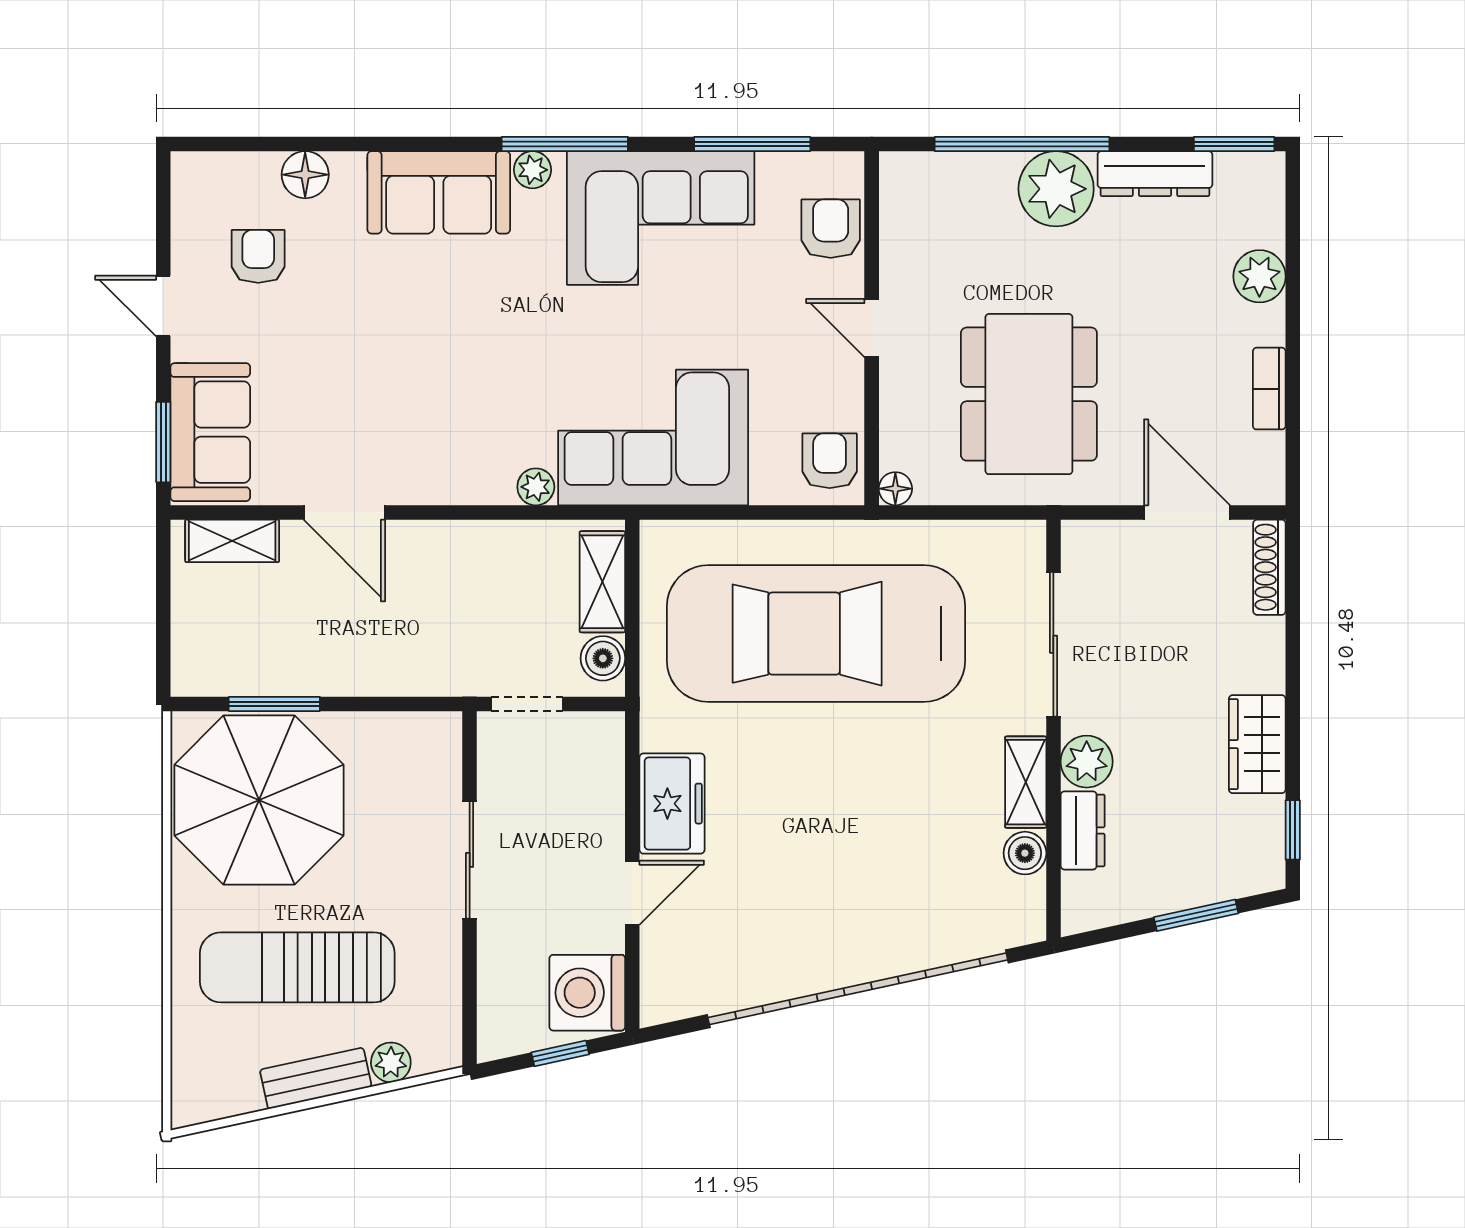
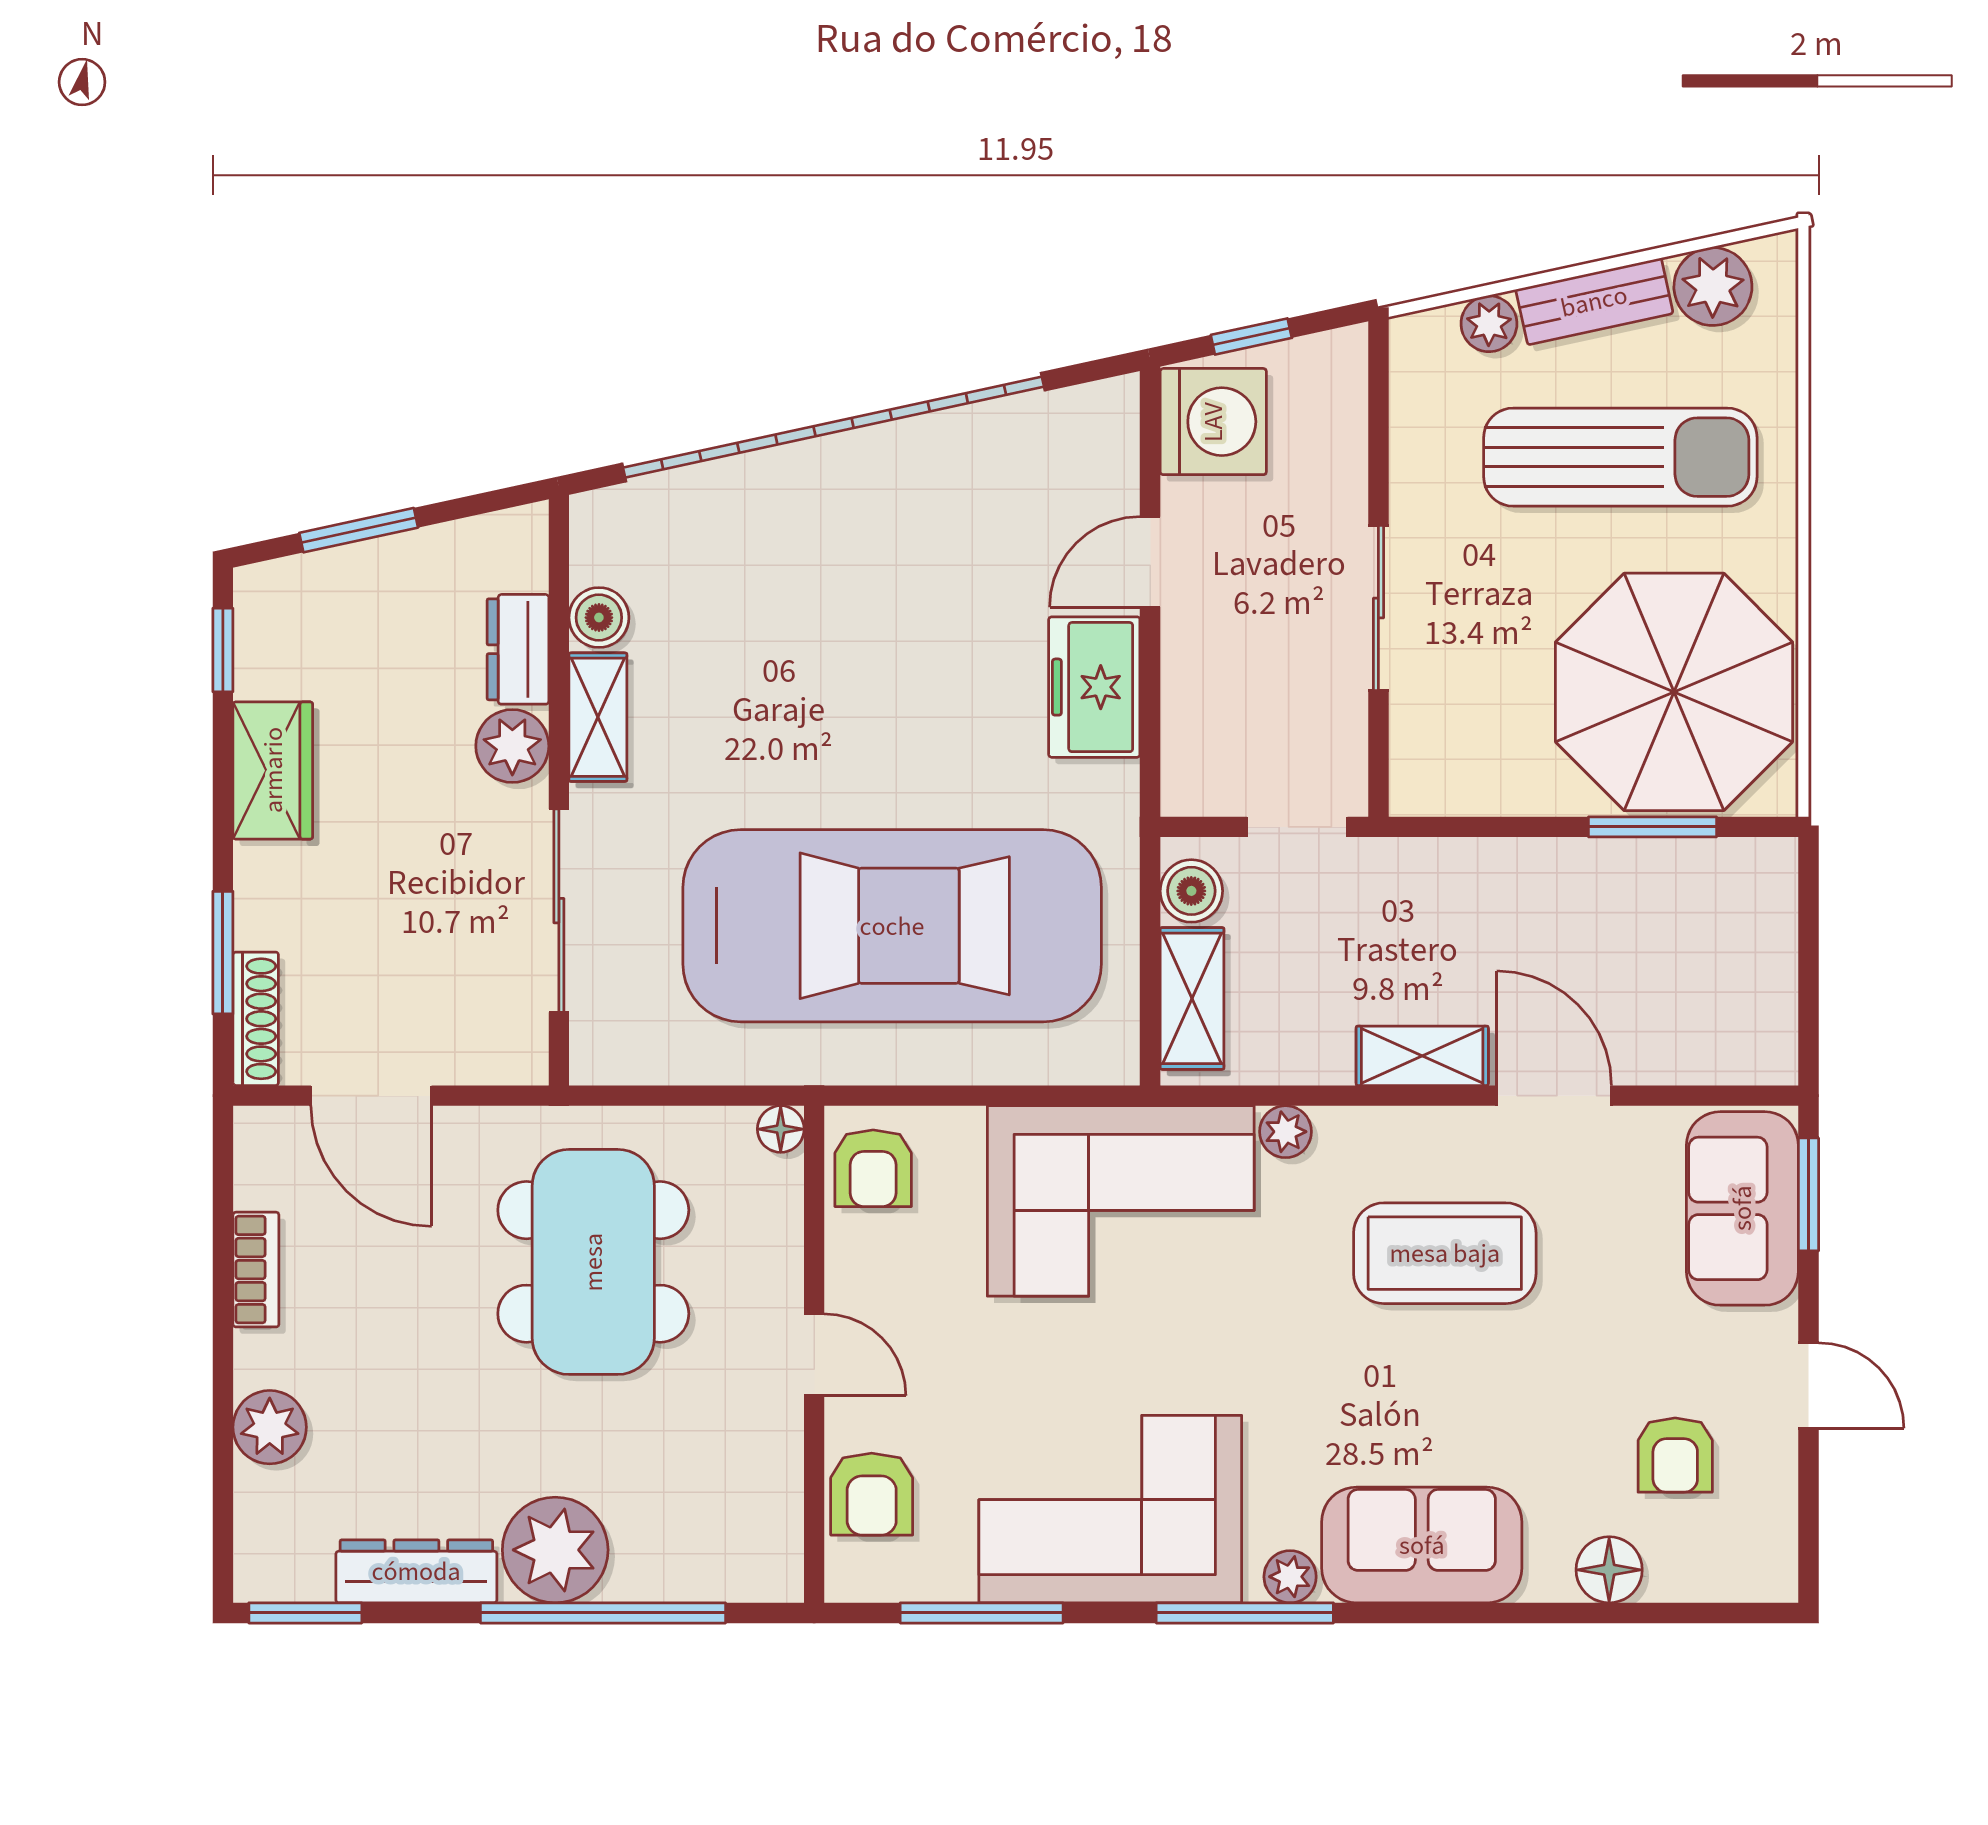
coffee table: (422, 400) -> (1445, 1253), added
shelving: (232, 541) -> (1422, 1056), moved
window: (1293, 614) -> (223, 953), added
plant: (231, 1089) -> (1713, 287), added

